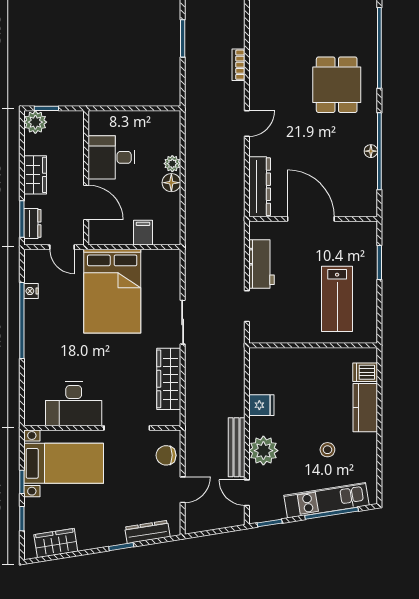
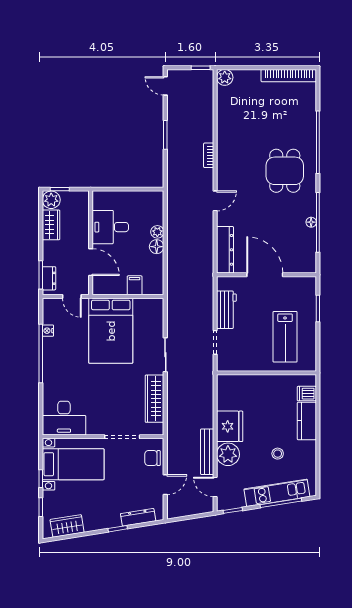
wardrobe: (35, 175) -> (51, 225), moved
desk: (74, 404) -> (64, 418), moved
fridge: (261, 405) -> (230, 426), width x1.88, depth x1.34

